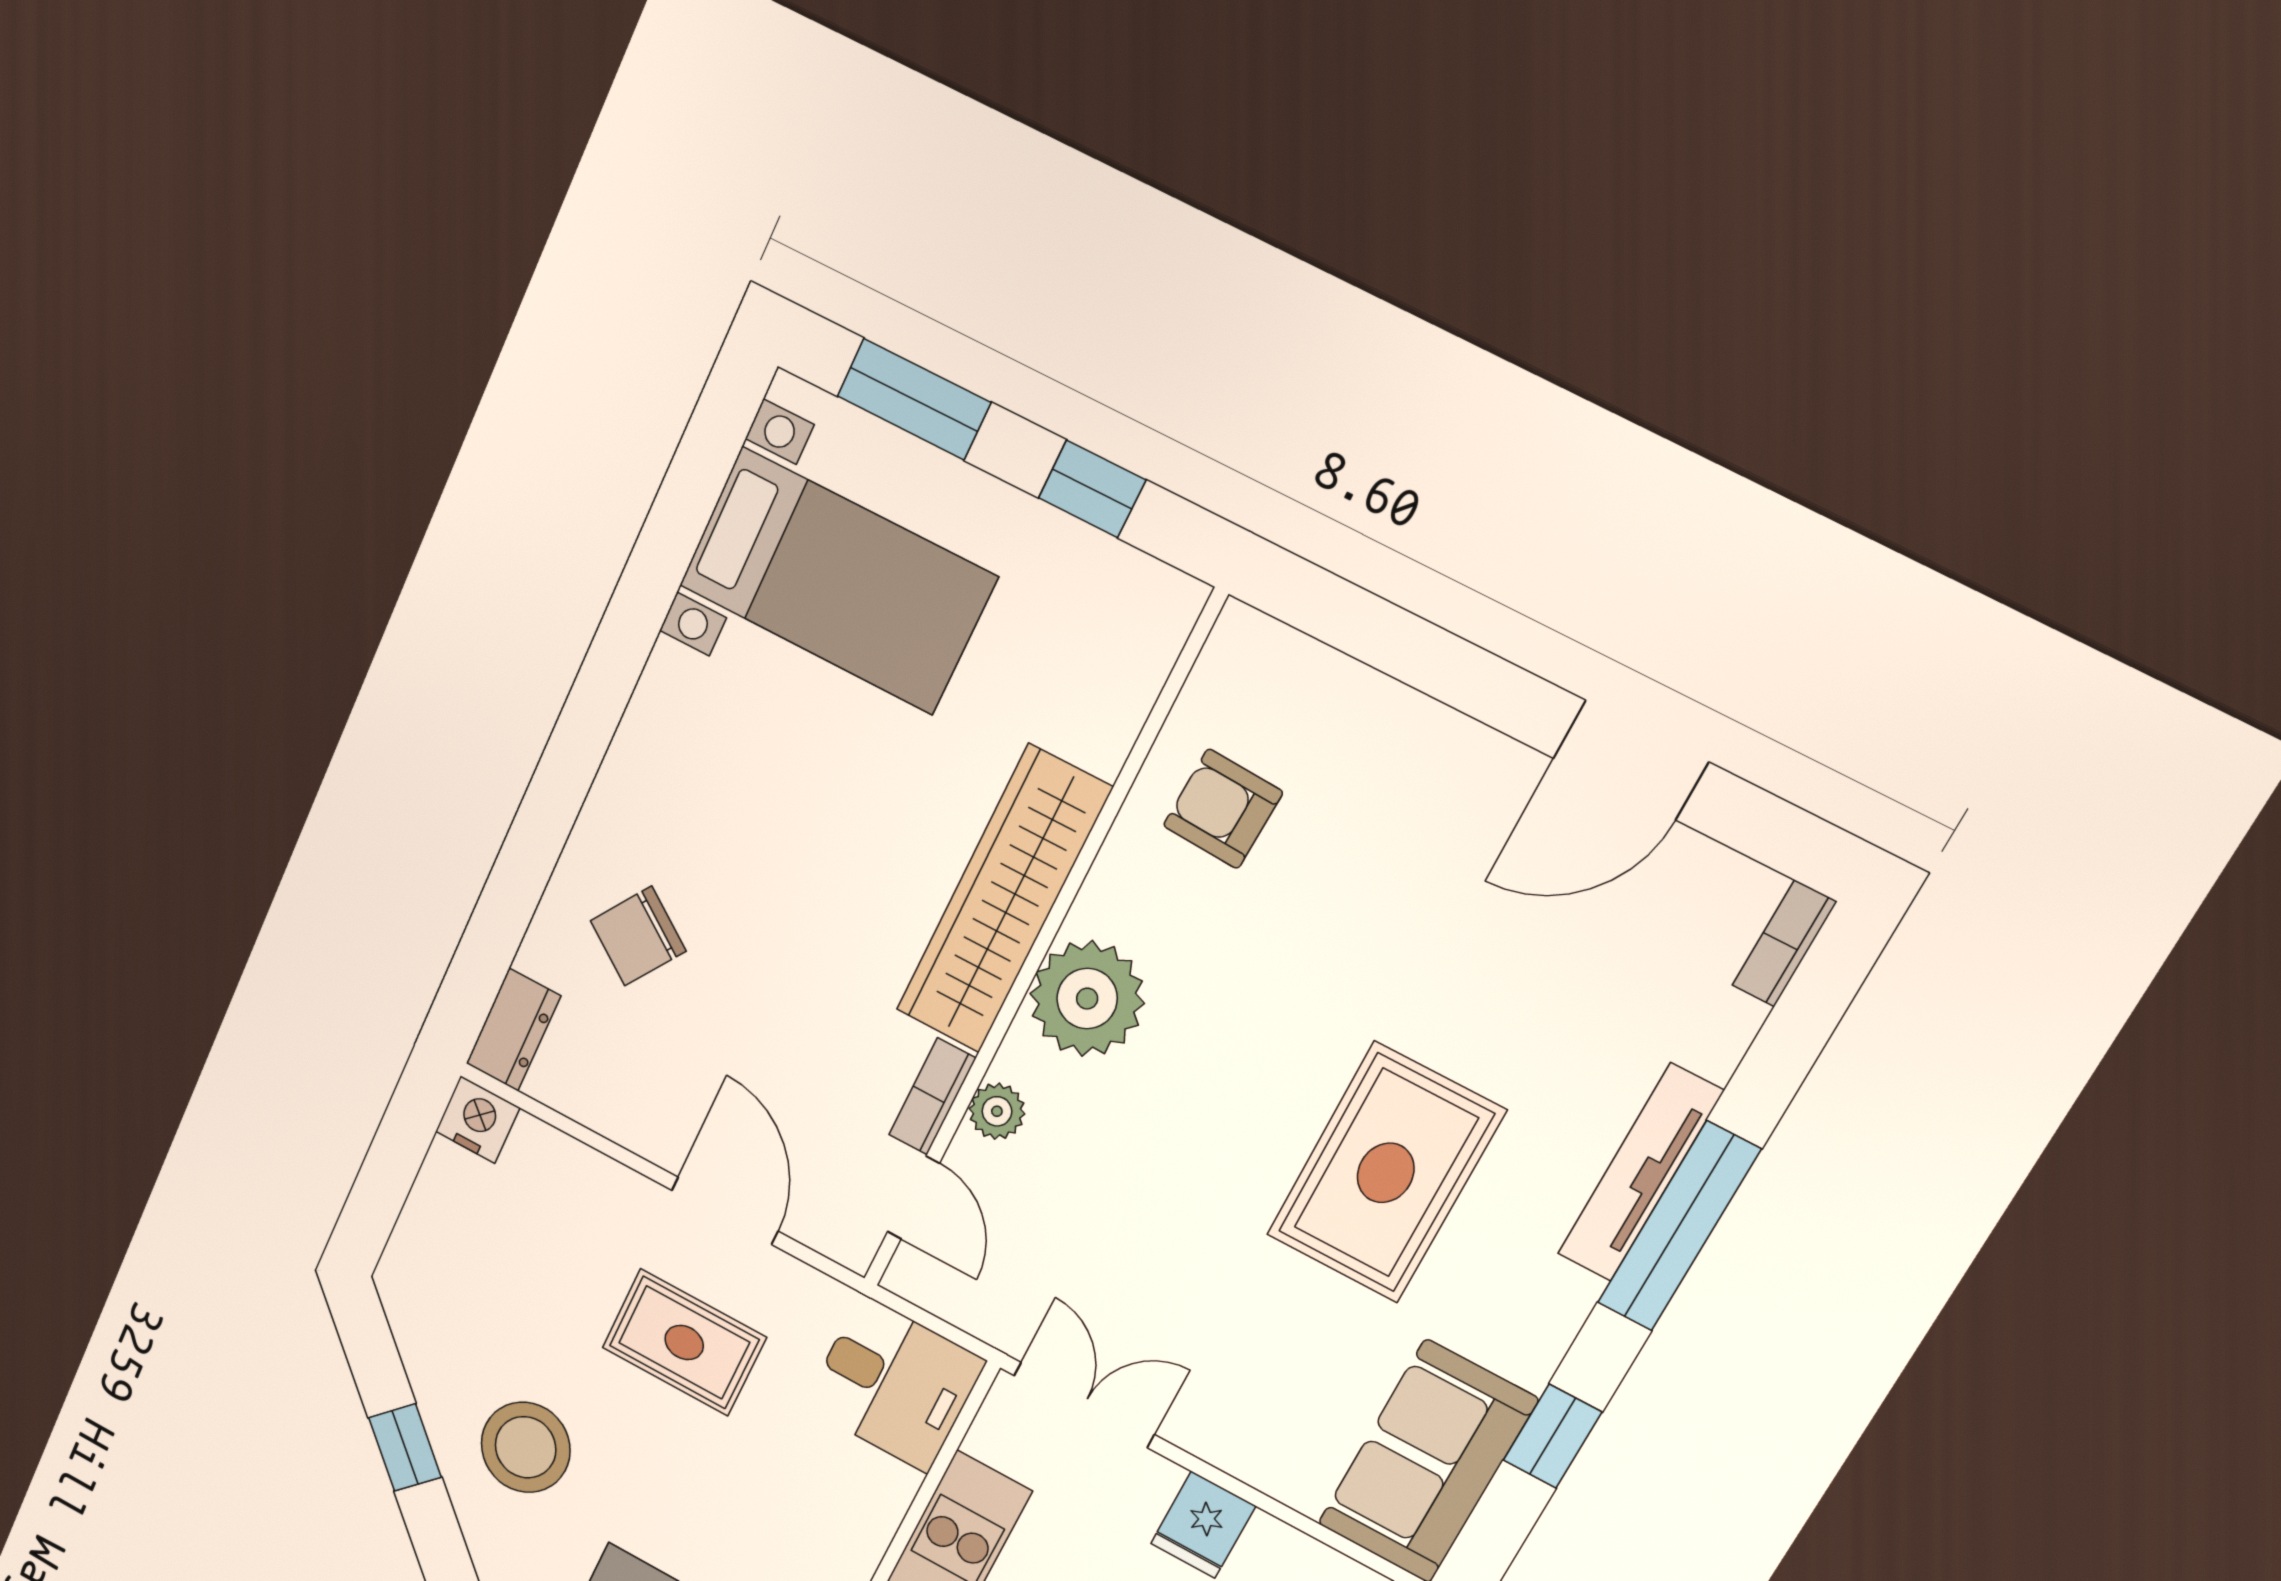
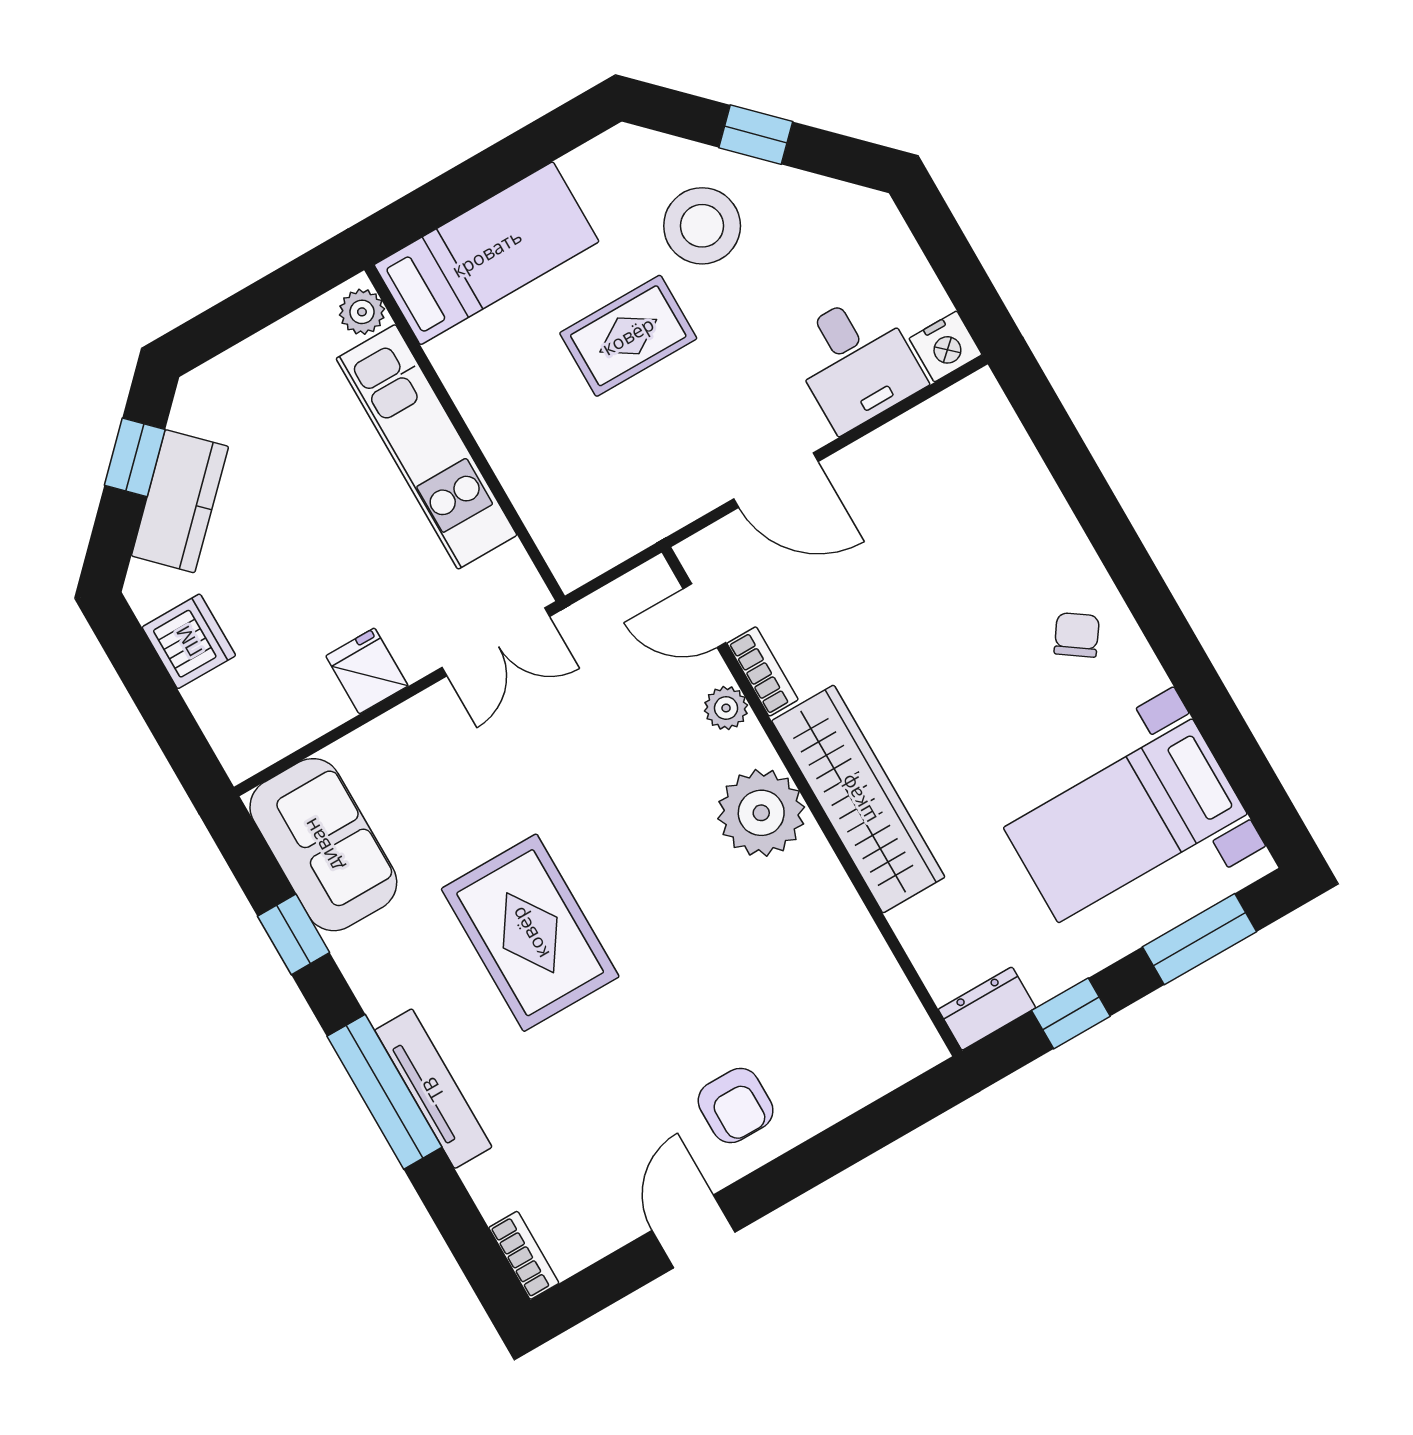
door: (1631, 760) -> (694, 1231), width x0.73
armchair: (1223, 809) -> (736, 1106), moved, turned 87
chair: (638, 936) -> (1077, 635), moved, width x0.73, depth x0.73
dresser: (513, 1030) -> (987, 1009), moved, turned 90
rug: (684, 1342) -> (628, 336), moved
desk: (894, 1384) -> (856, 362), moved, turned -90

